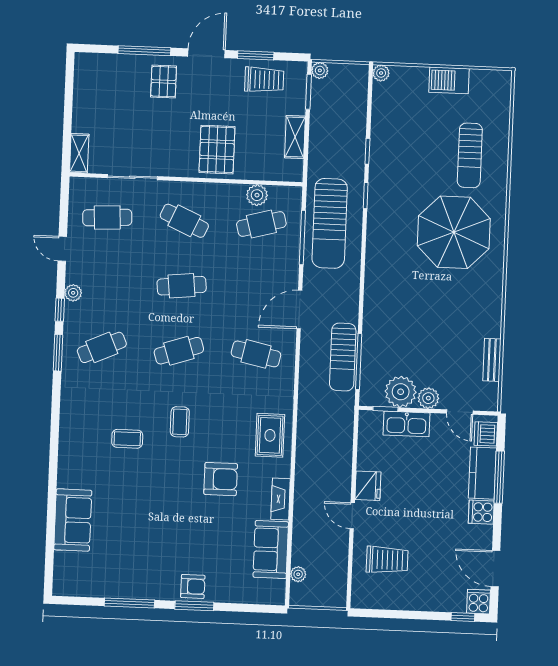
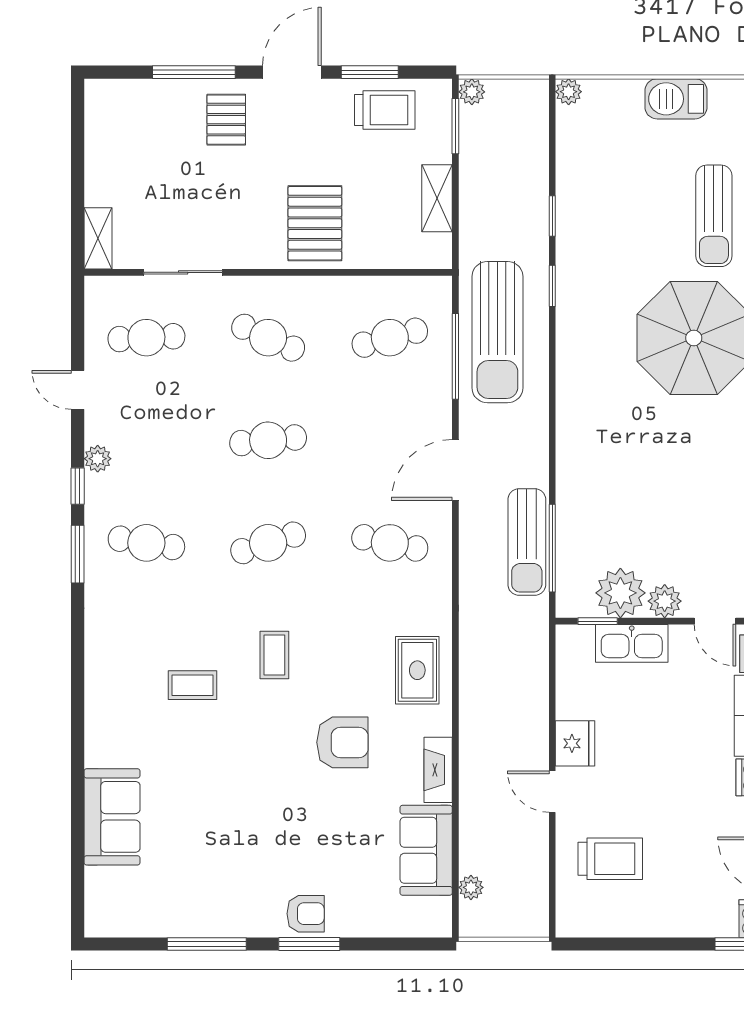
plant: (257, 195) -> (381, 292), removed
cafe table: (102, 347) -> (146, 543), turned 33

